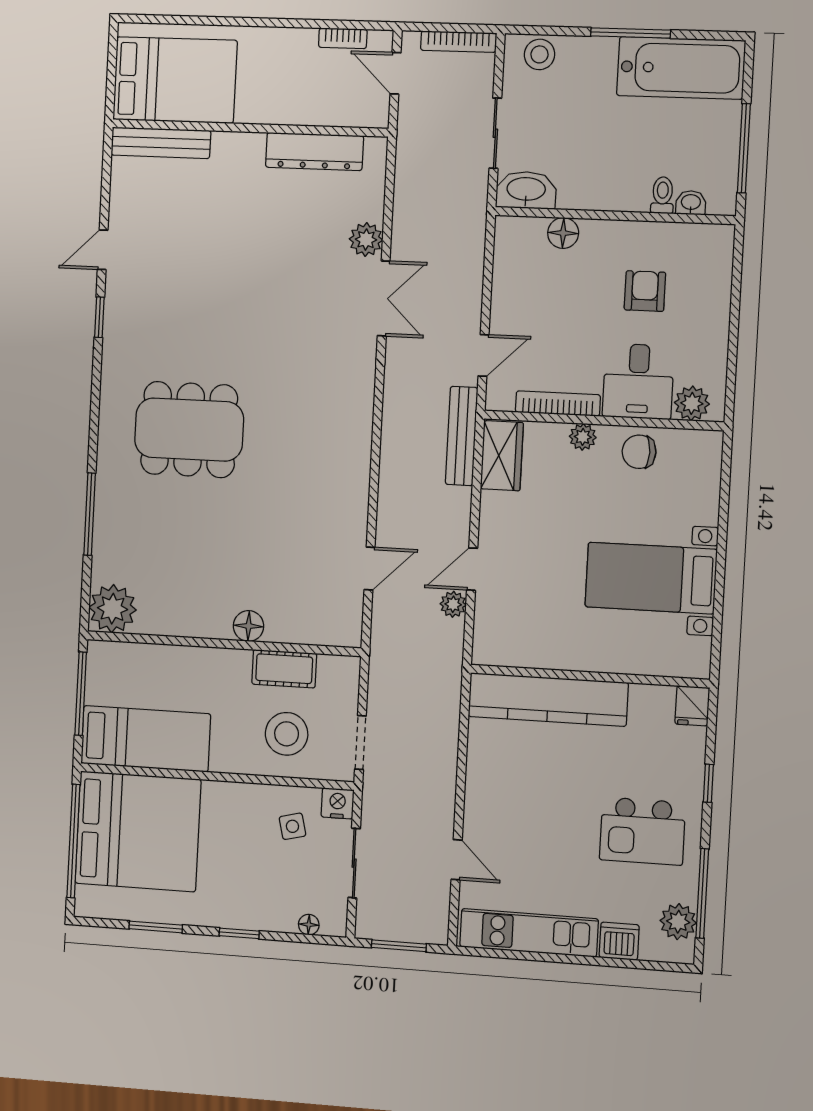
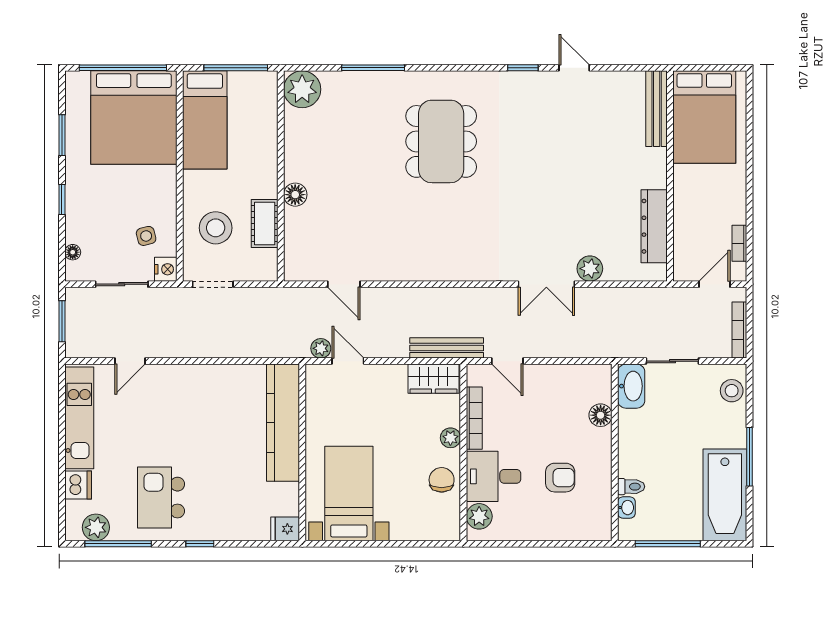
wall: (590, 676) -> (302, 452), moved
kitchen counter: (548, 699) -> (283, 423), moved
fridge: (692, 706) -> (285, 529), moved

